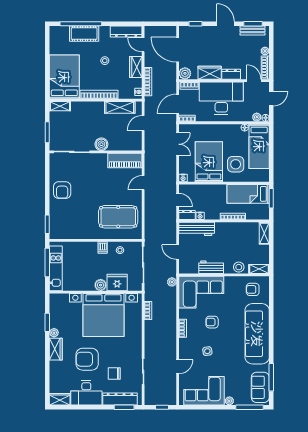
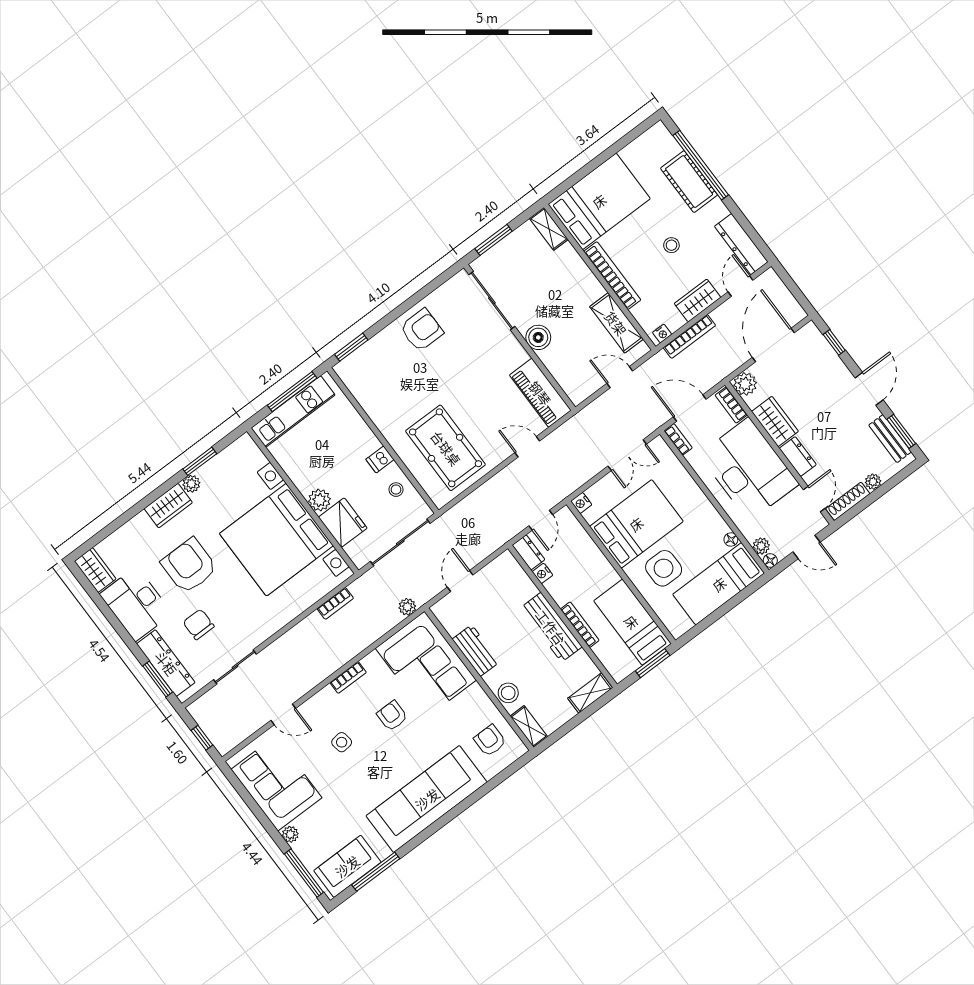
armchair: (62, 190) -> (422, 330), turned 180
workbench: (197, 229) -> (551, 627), moved

